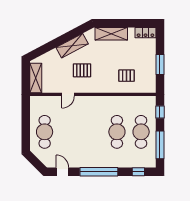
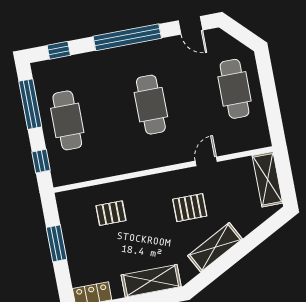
cafe table: (117, 132) -> (151, 105), moved

